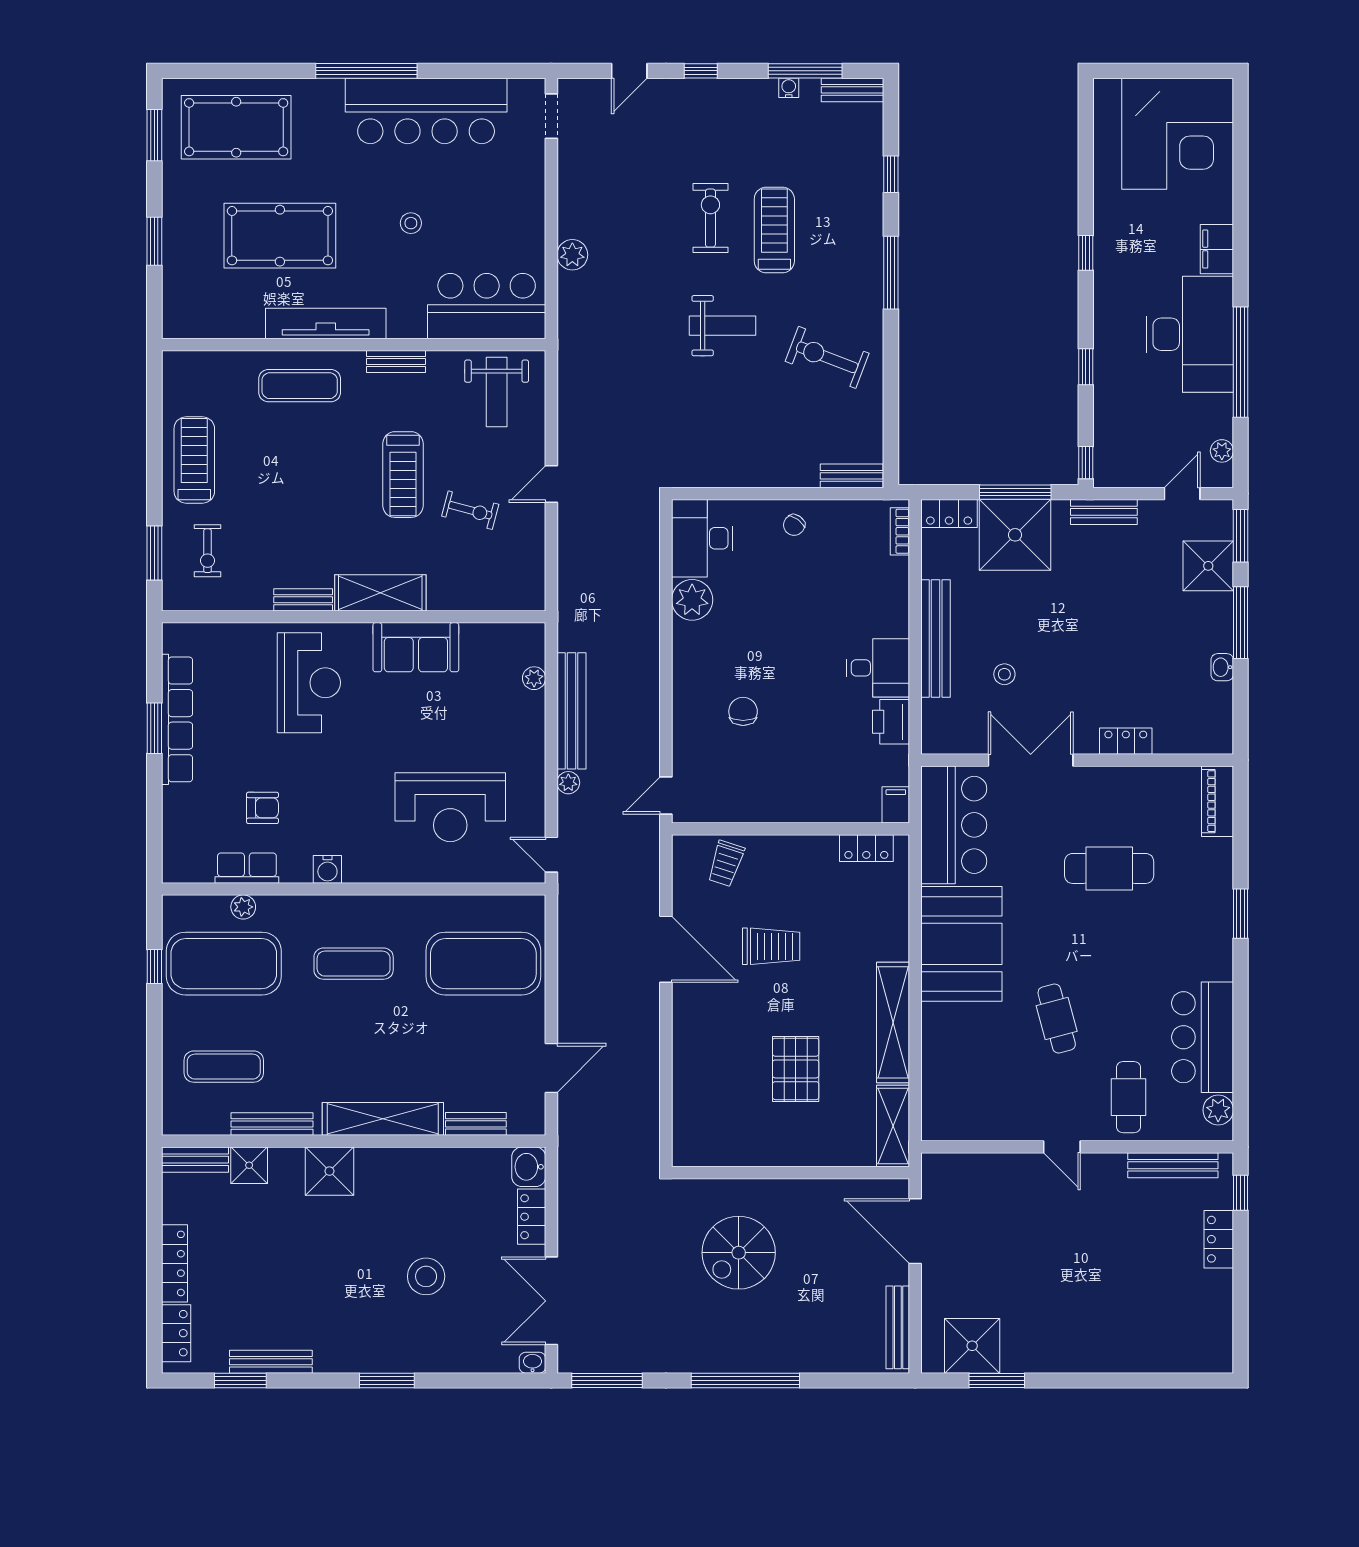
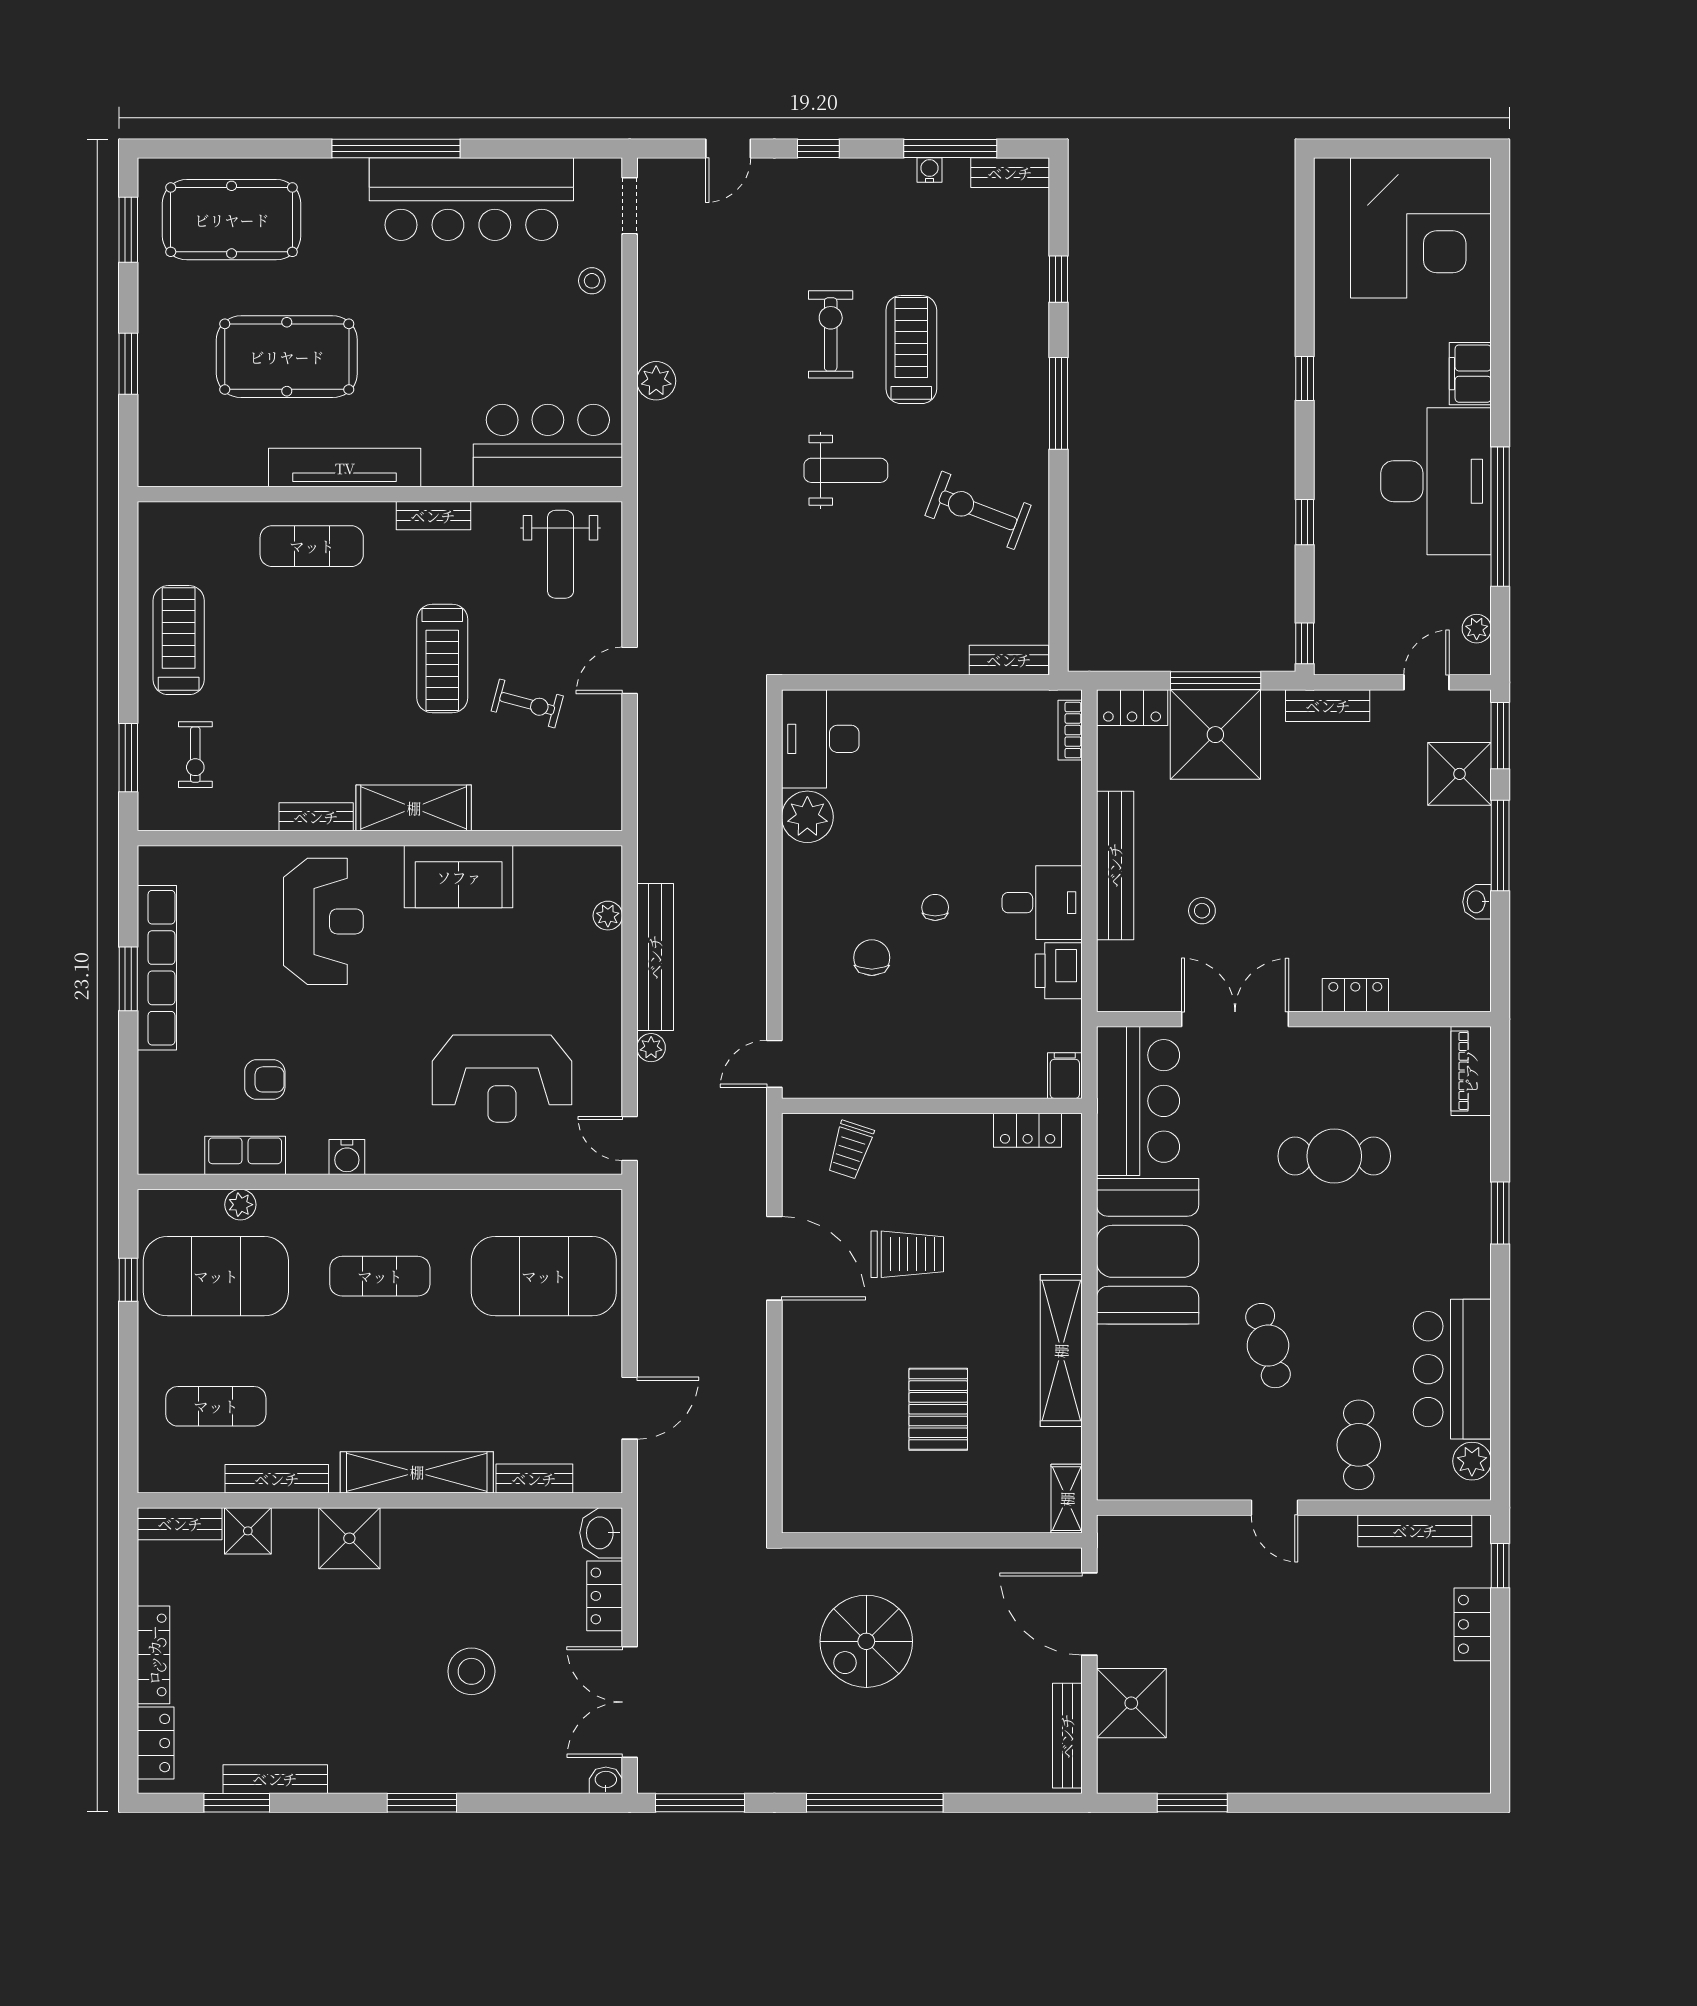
stool: (411, 223) -> (592, 281), moved
chair: (794, 525) -> (935, 907), moved, turned 144
shelving: (893, 1126) -> (1067, 1499), width x0.67, depth x0.75
shower: (972, 1346) -> (1131, 1703), moved

